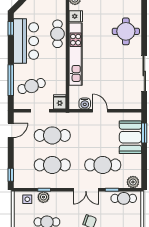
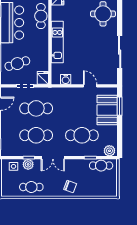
kitchen unit: (76, 54) -> (57, 42), width x0.73
door: (100, 111) -> (90, 86), moved
double door: (86, 190) -> (53, 158), moved

